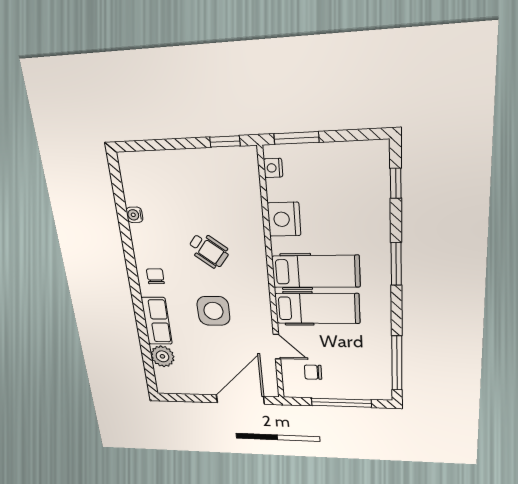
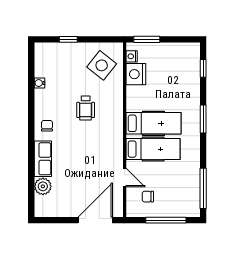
window: (225, 141) -> (68, 39), moved
nightstand: (284, 219) -> (136, 74), moved
wheelchair: (209, 250) -> (86, 108), turned 52
side table: (213, 311) -> (102, 65), moved, turned 38

